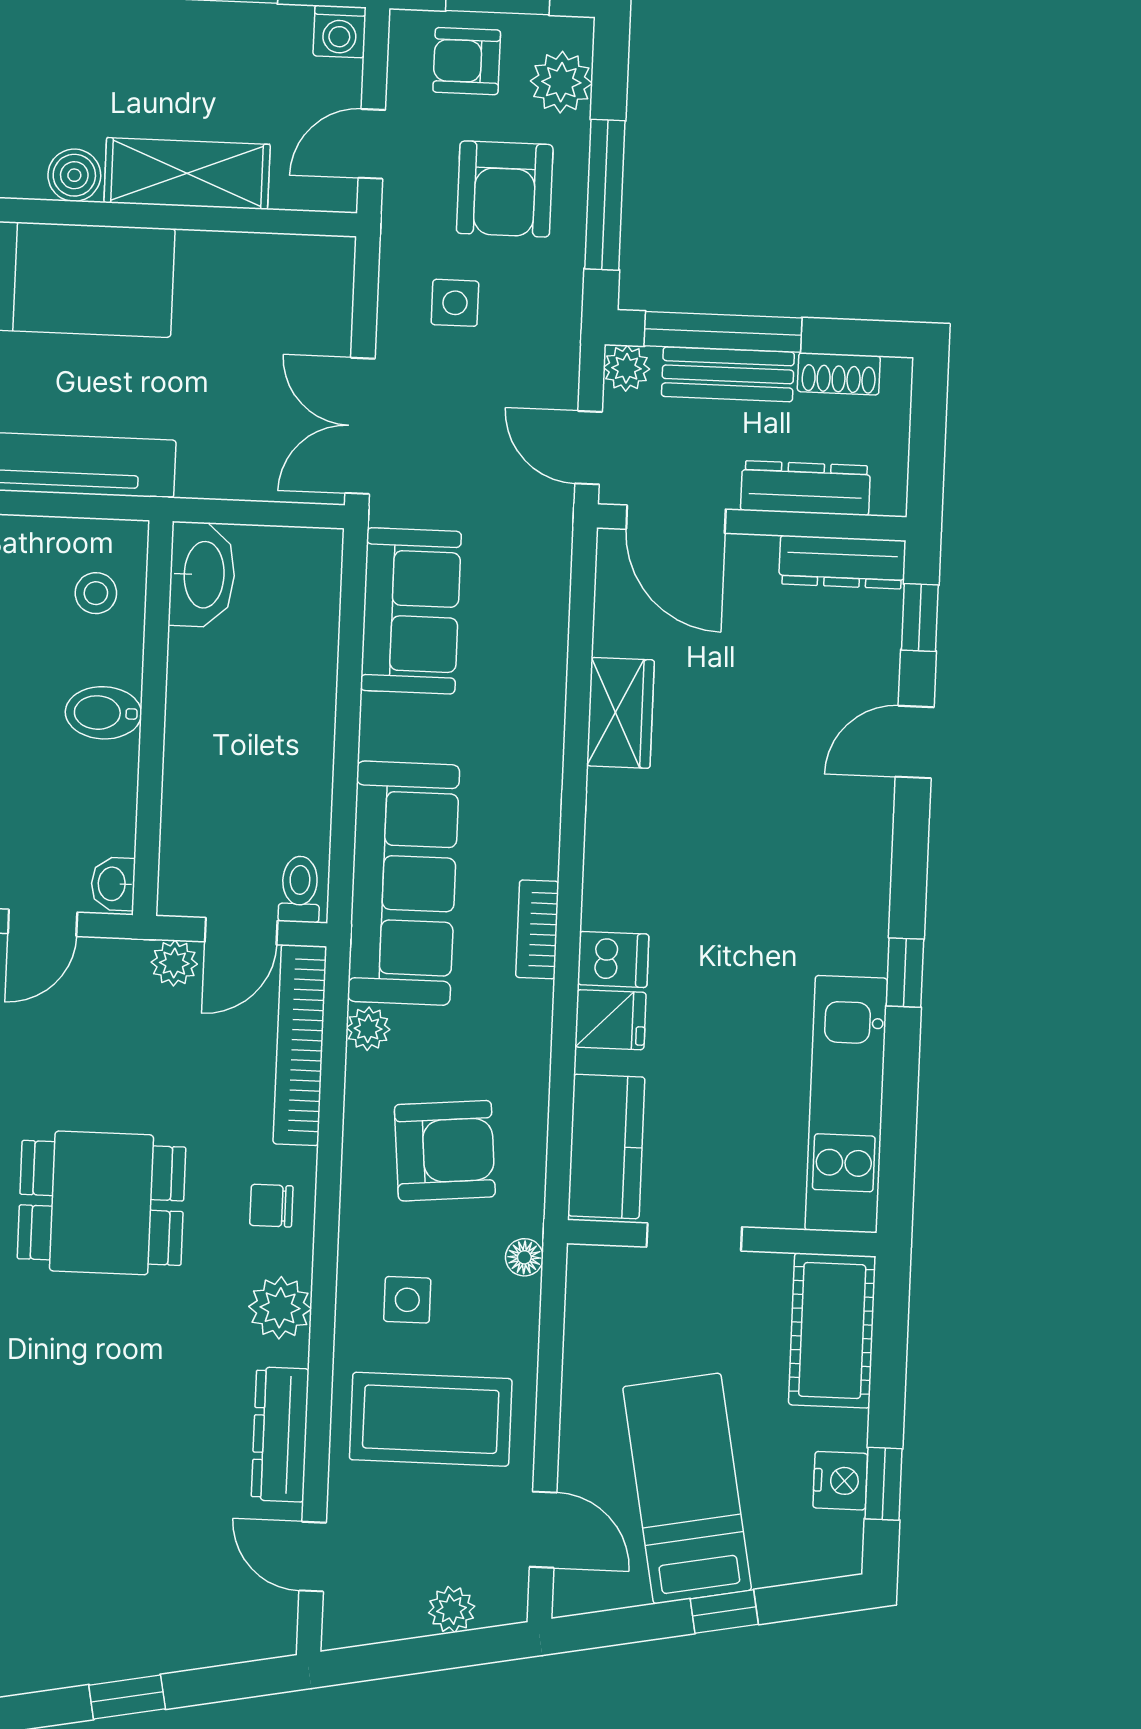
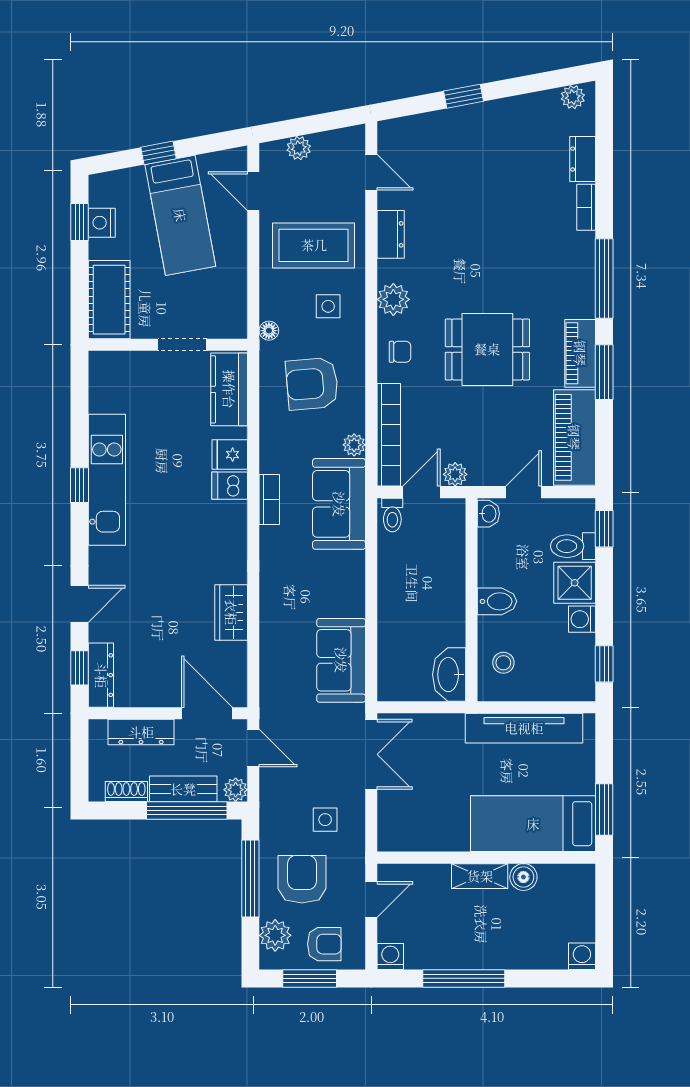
shelving: (187, 173) -> (480, 876), width x0.67, depth x0.75
dresser: (842, 562) -> (101, 675), moved, turned 90
sofa: (404, 883) -> (339, 504), width x0.73
kitchen unit: (846, 1104) -> (107, 480), moved
dresser: (280, 1434) -> (391, 234), width x0.70

